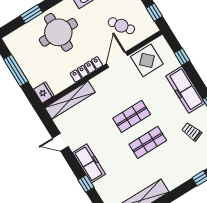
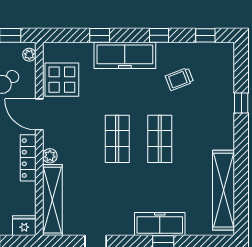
plant: (150, 31) -> (29, 55), added
window: (182, 57) -> (100, 35), moved
plant: (96, 82) -> (50, 156), added
freezer: (89, 163) -> (160, 224), moved

